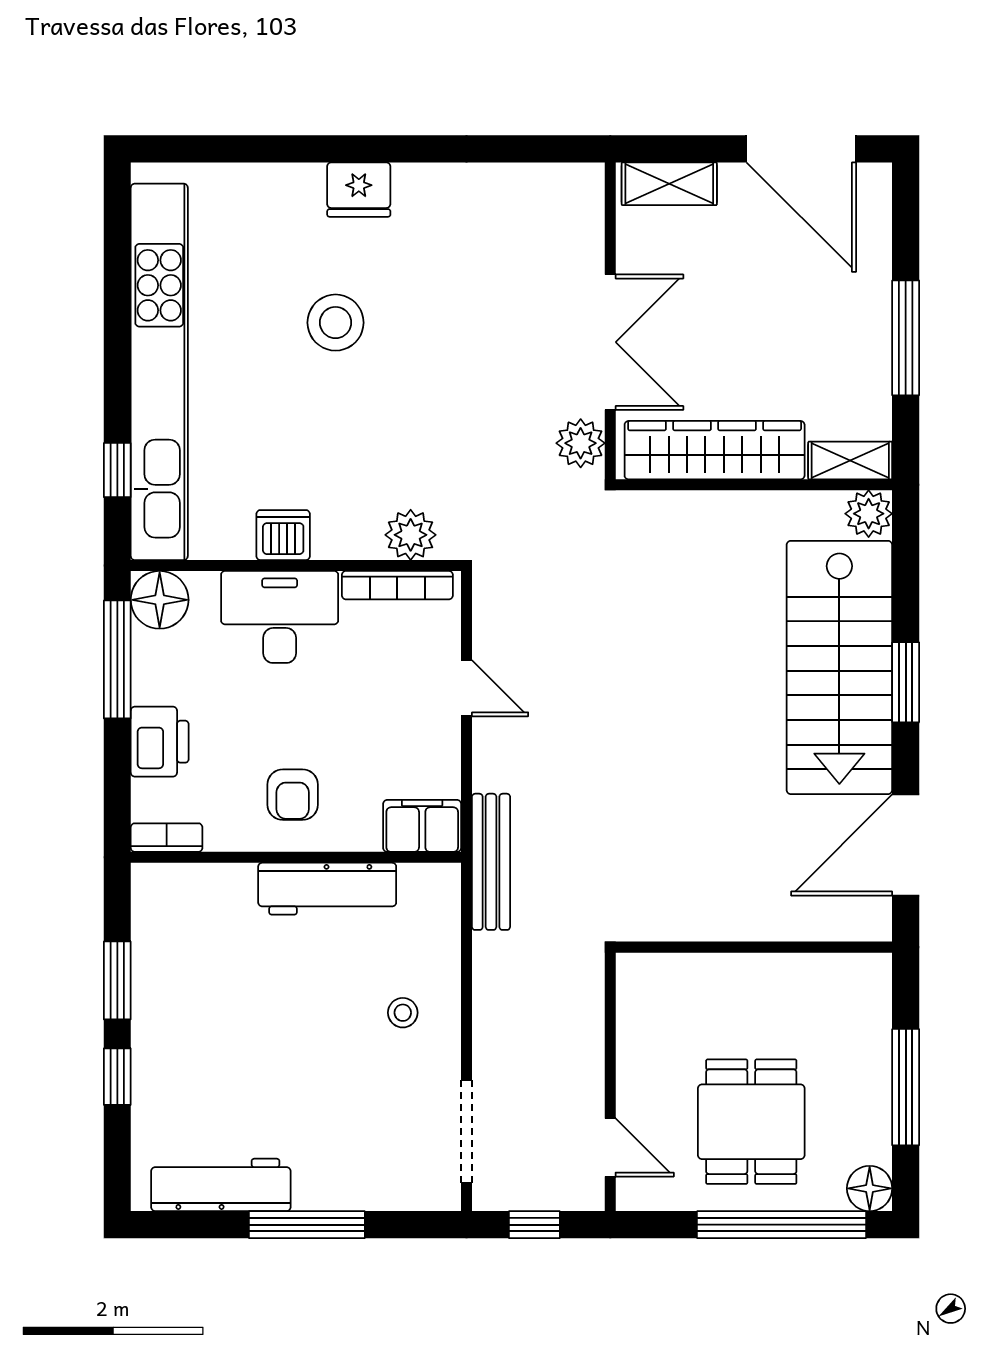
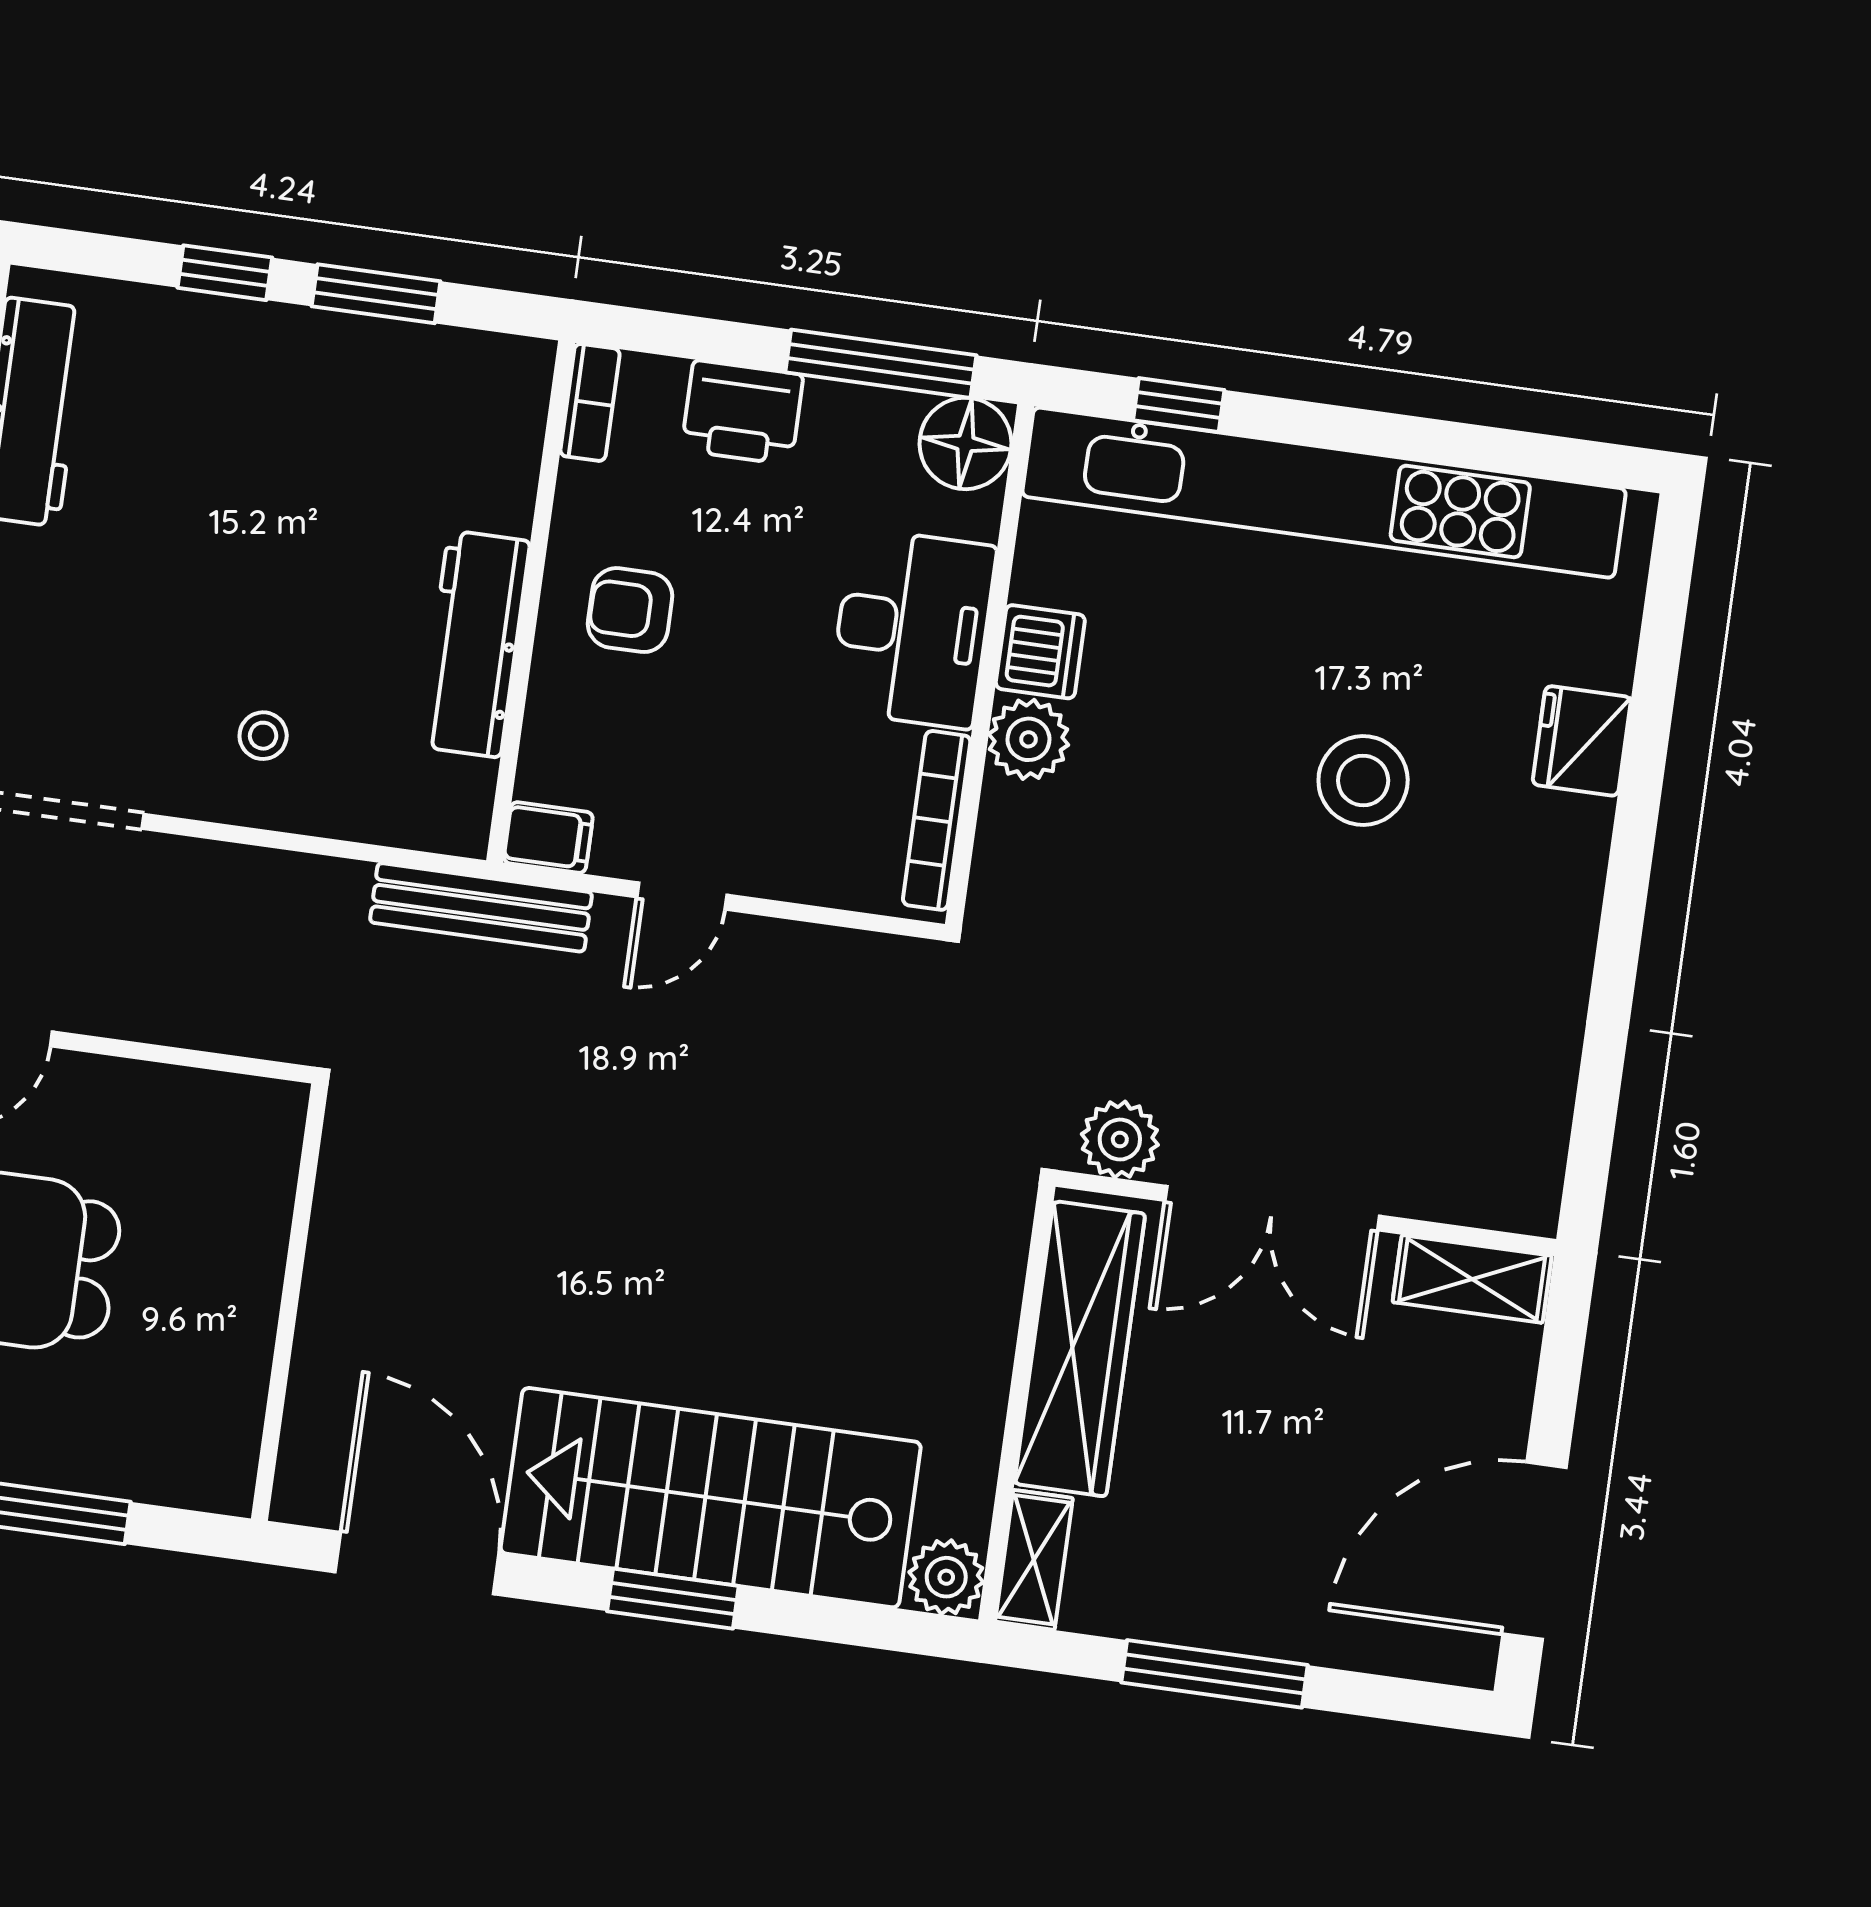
shelving: (669, 184) -> (1472, 1279), moved, turned 90
fridge: (359, 190) -> (1582, 741), moved
plant: (411, 535) -> (1029, 739), moved
door: (467, 688) -> (682, 896), moved
filing cabinet: (422, 826) -> (548, 838), width x0.50

